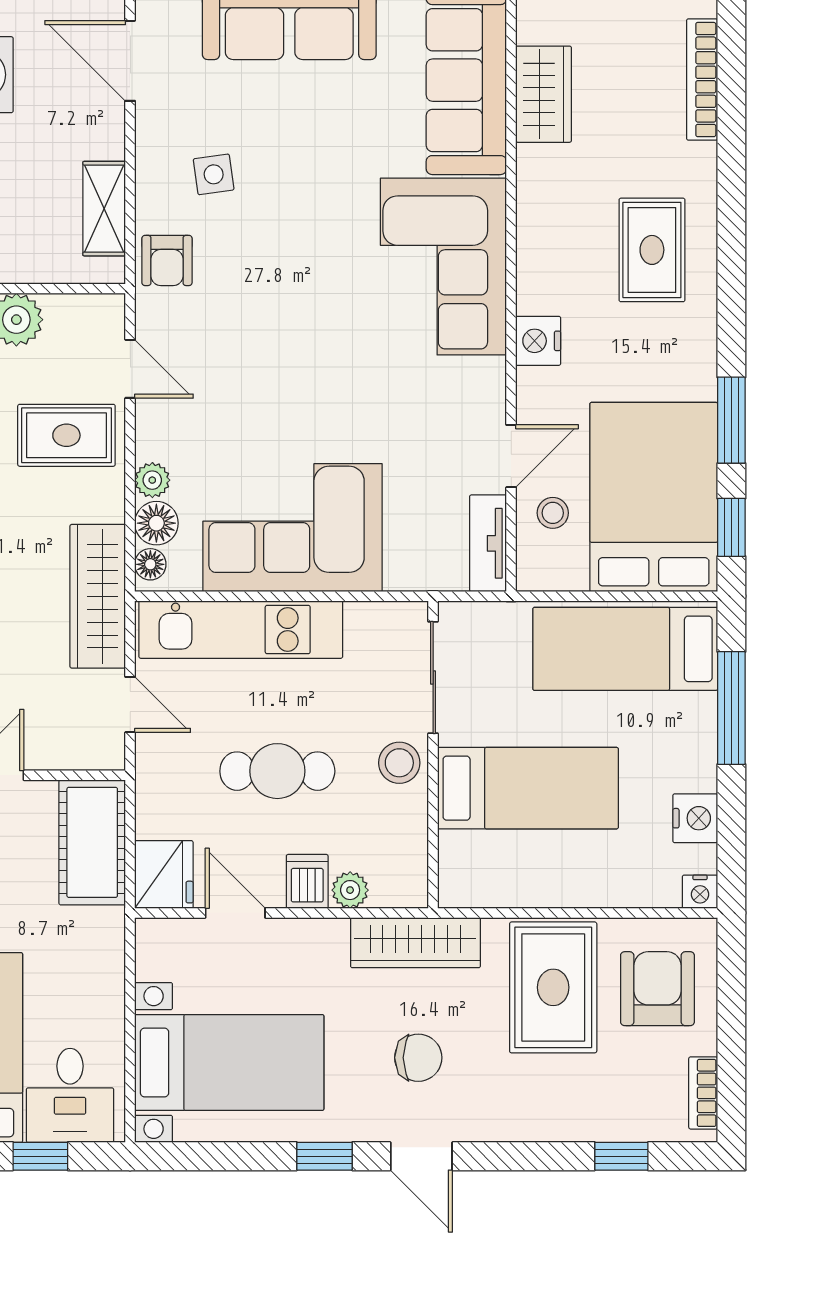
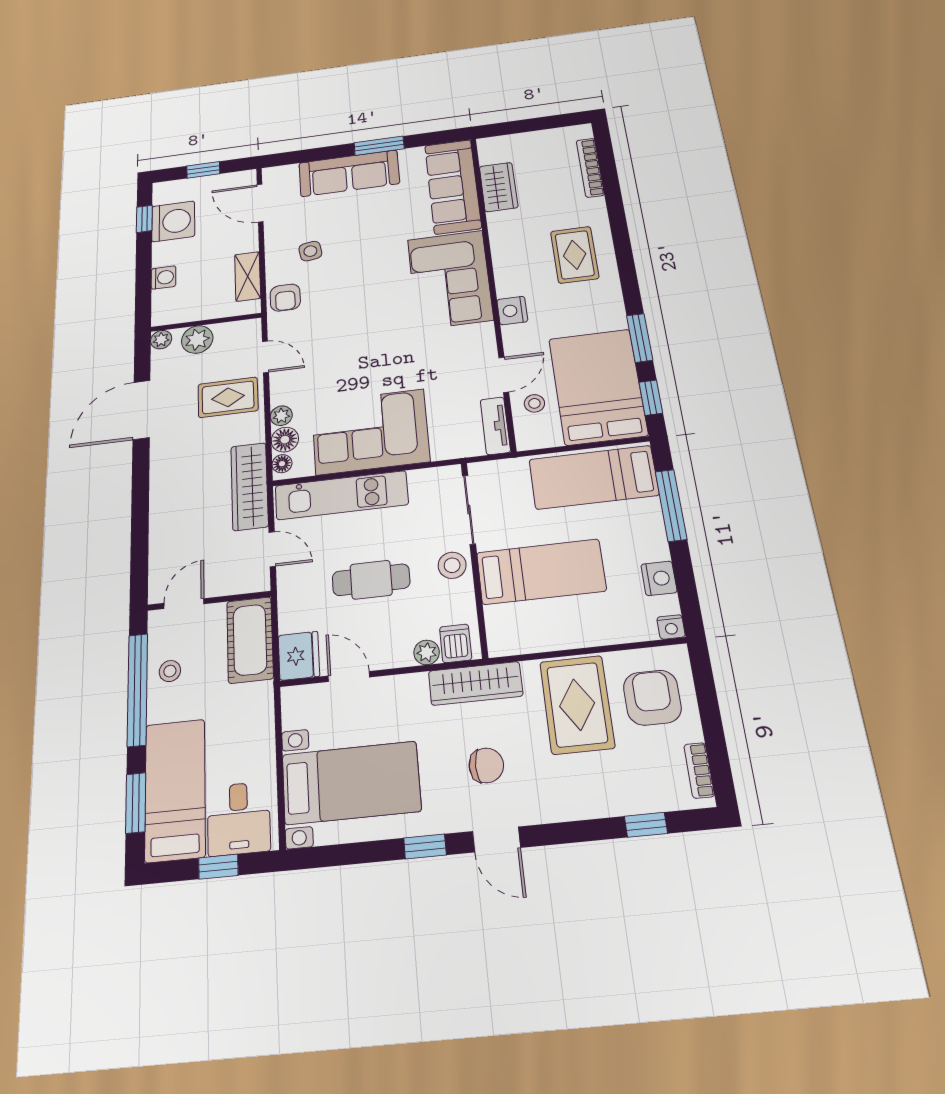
dishwasher: (307, 881) -> (456, 643), moved

